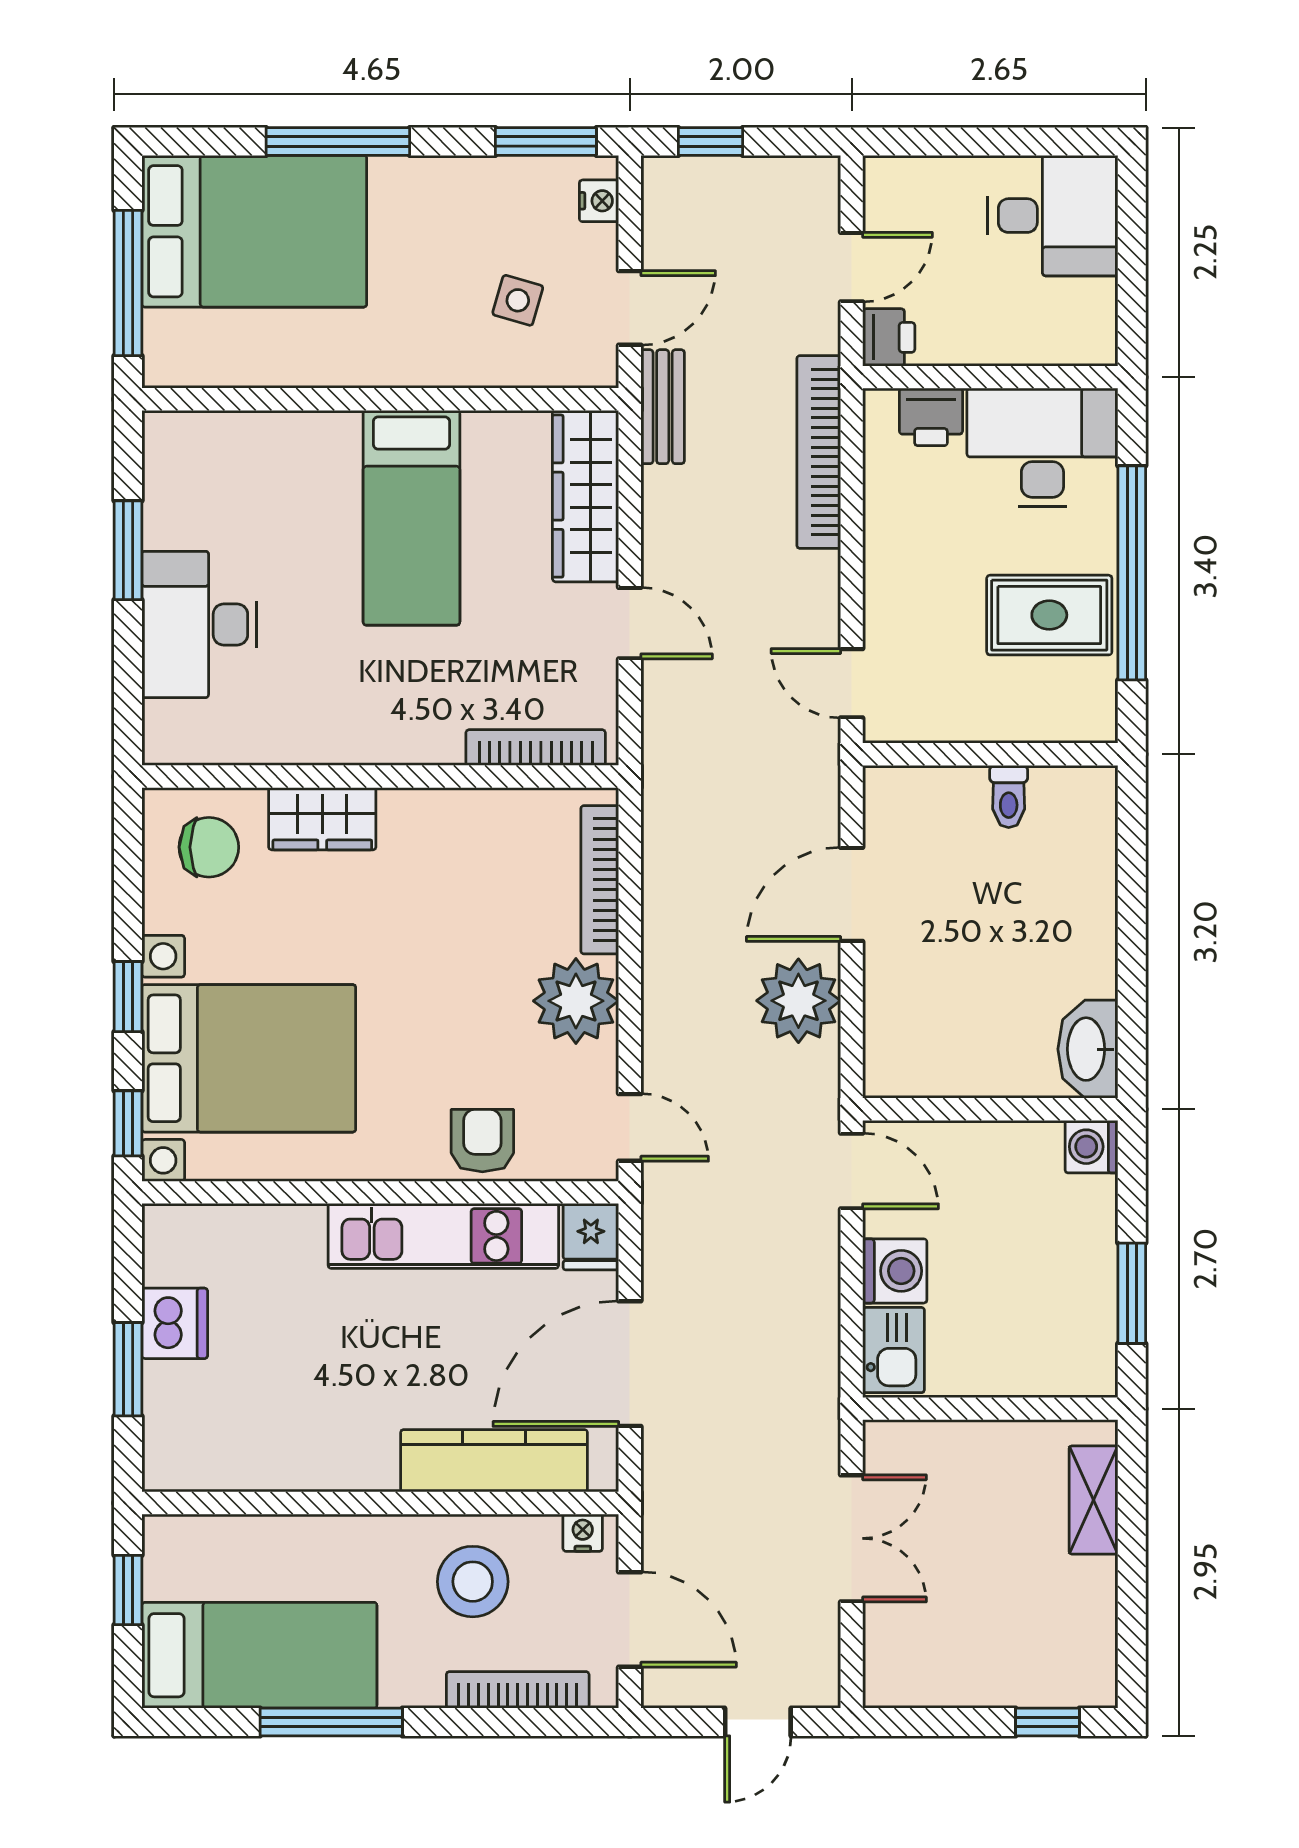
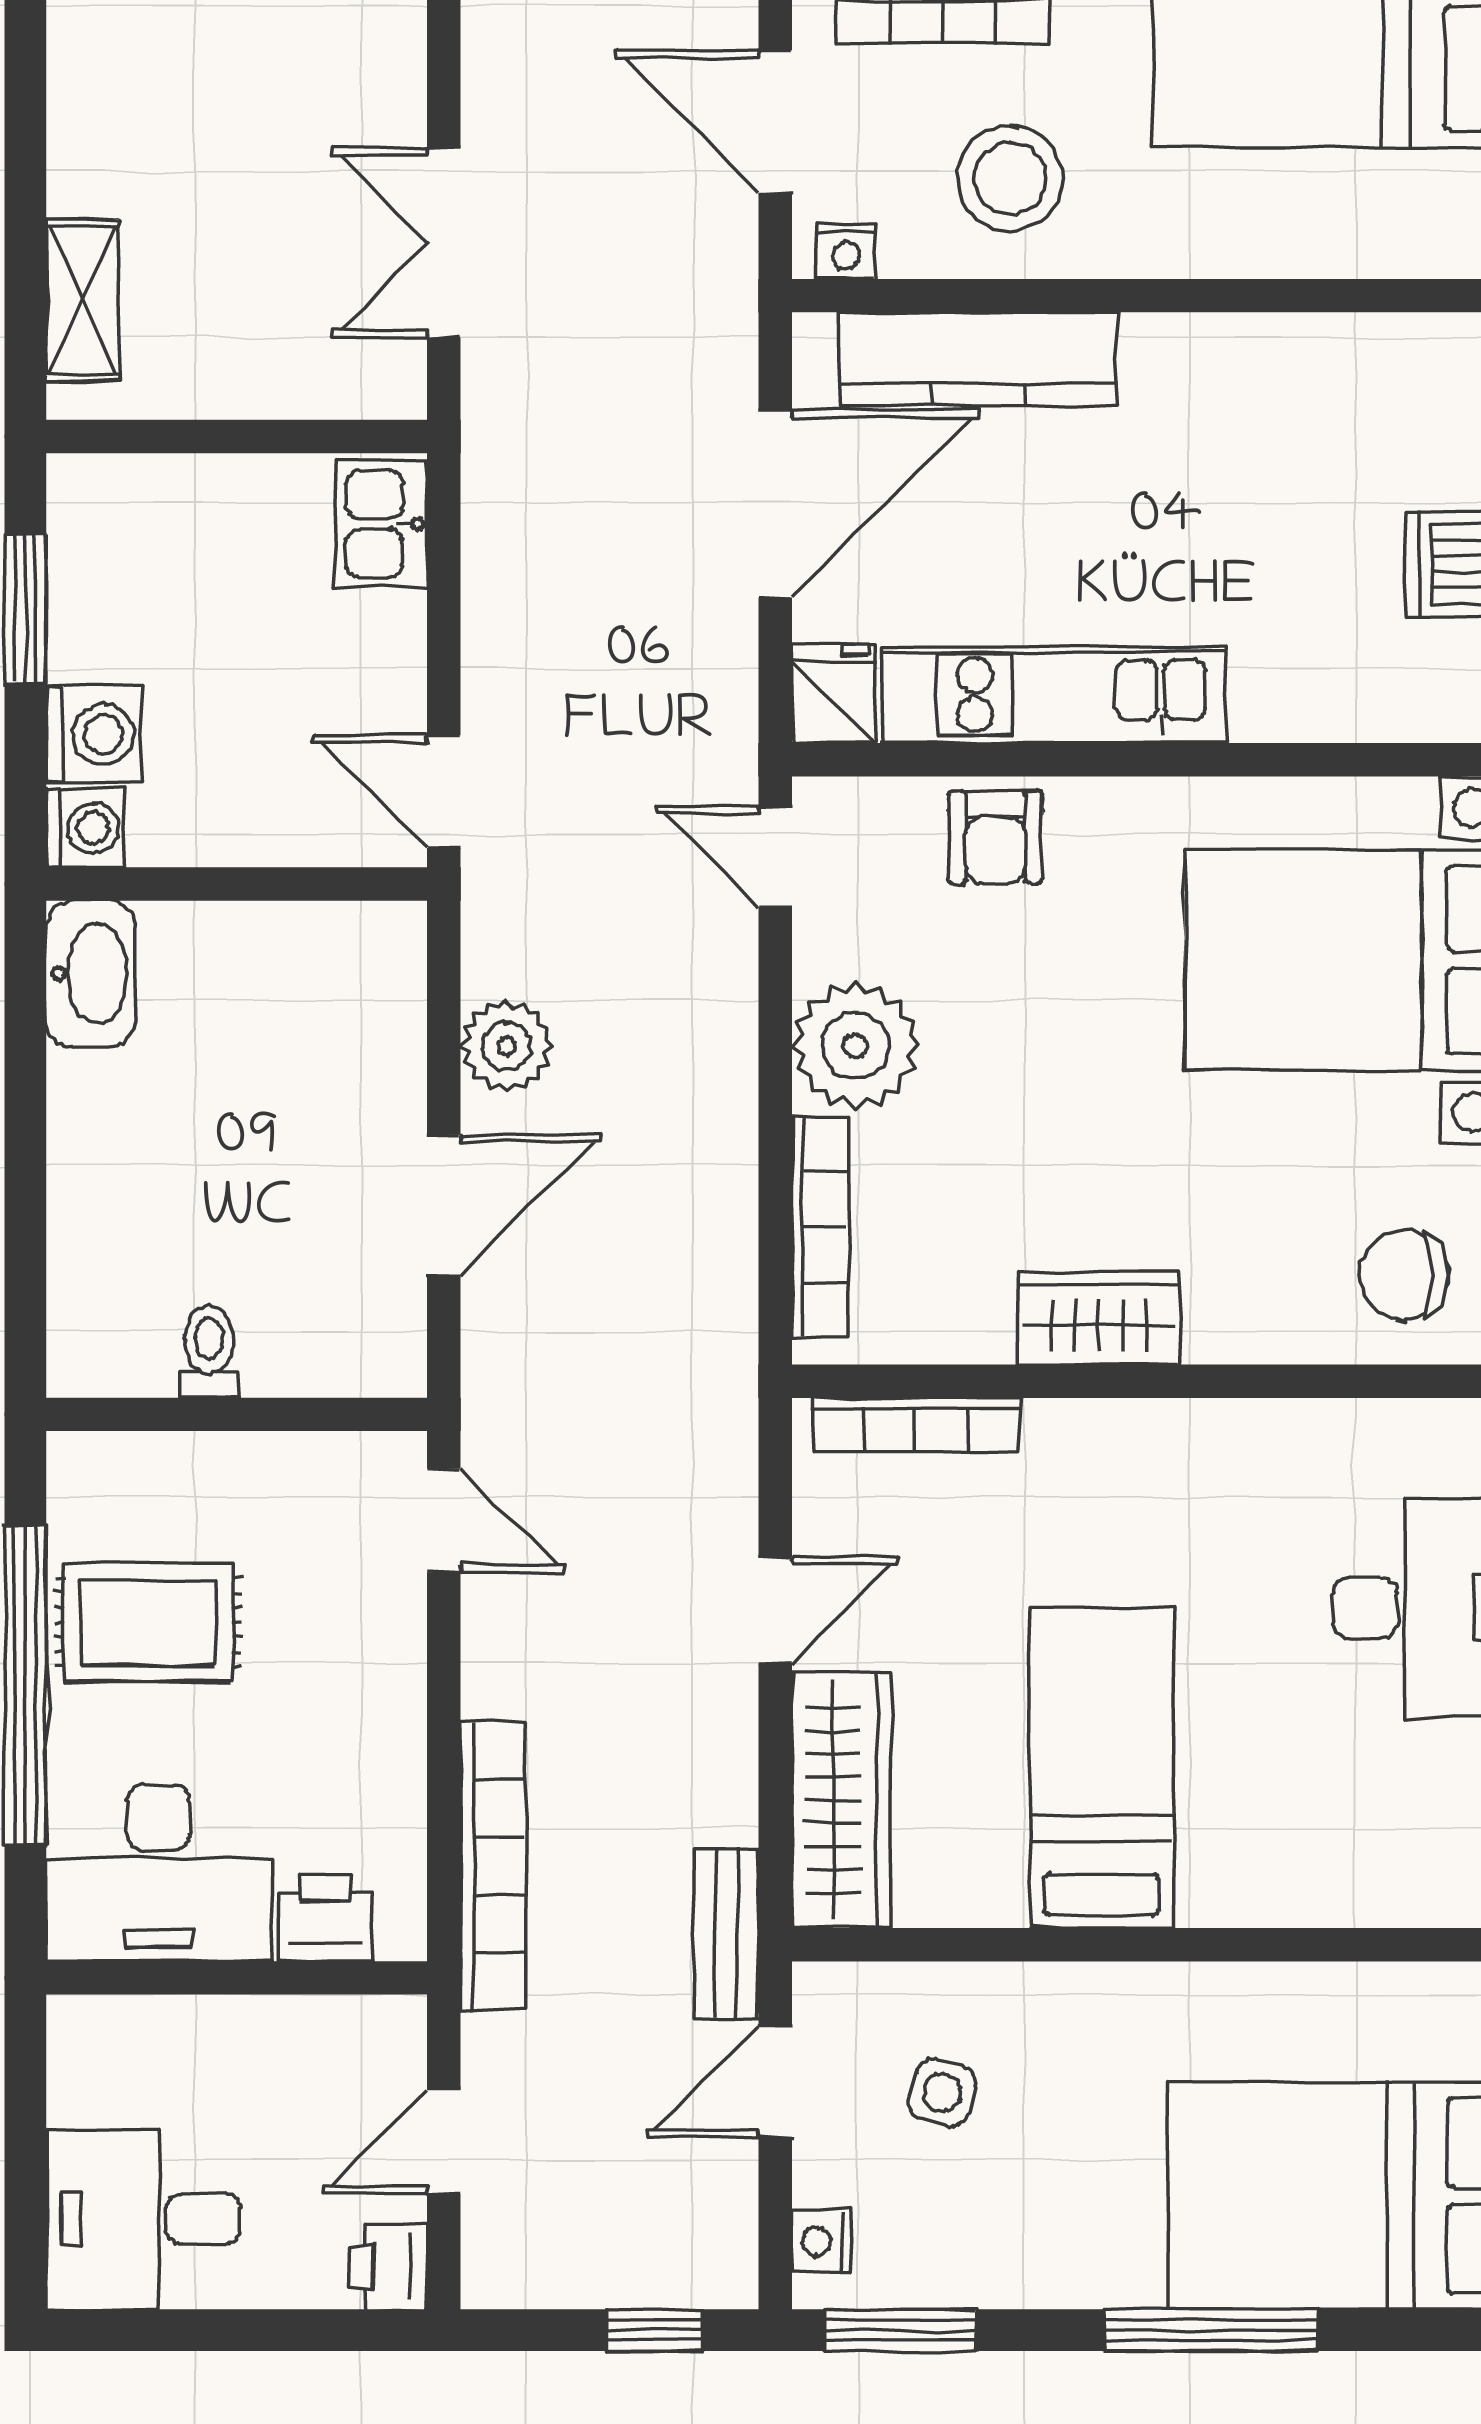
printer: (889, 337) -> (388, 2266), moved
door: (630, 623) -> (775, 1610), swing flipped
wardrobe: (322, 819) -> (1099, 1318), moved
plant: (798, 1001) -> (506, 1046), width x0.73, depth x0.73
washing machine: (895, 1271) -> (94, 734), moved, turned 180

